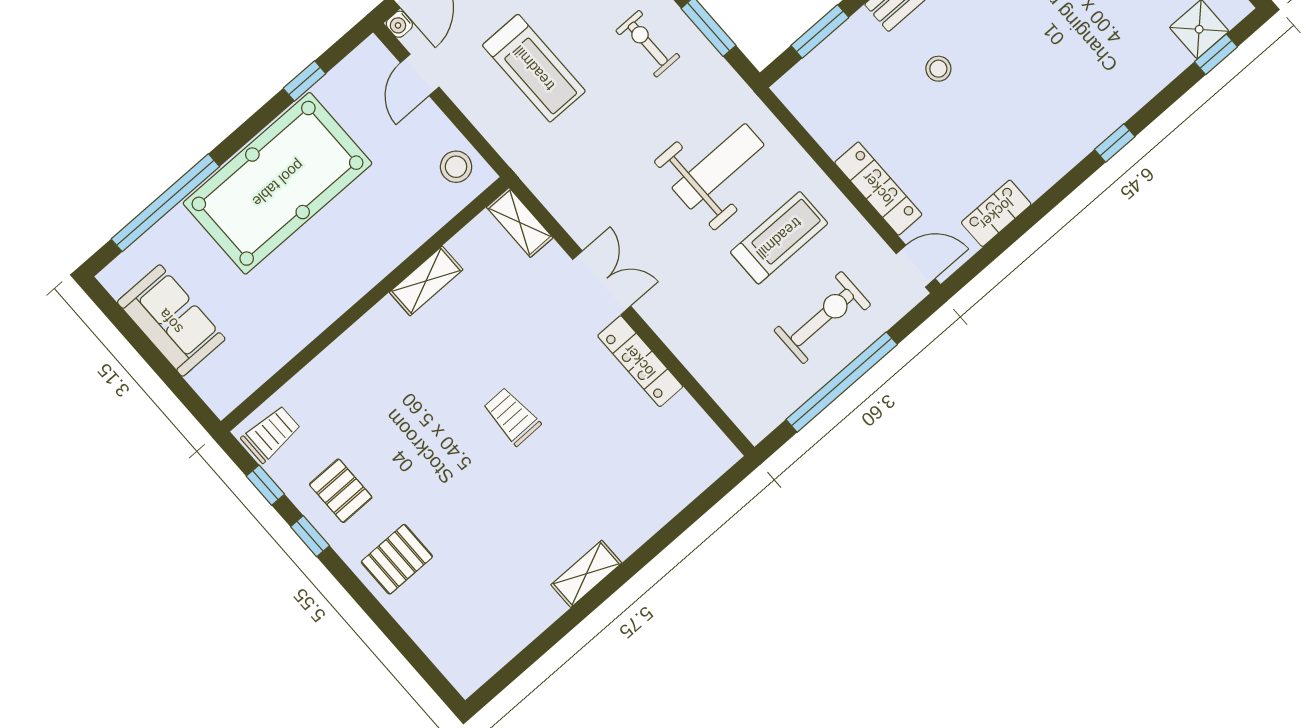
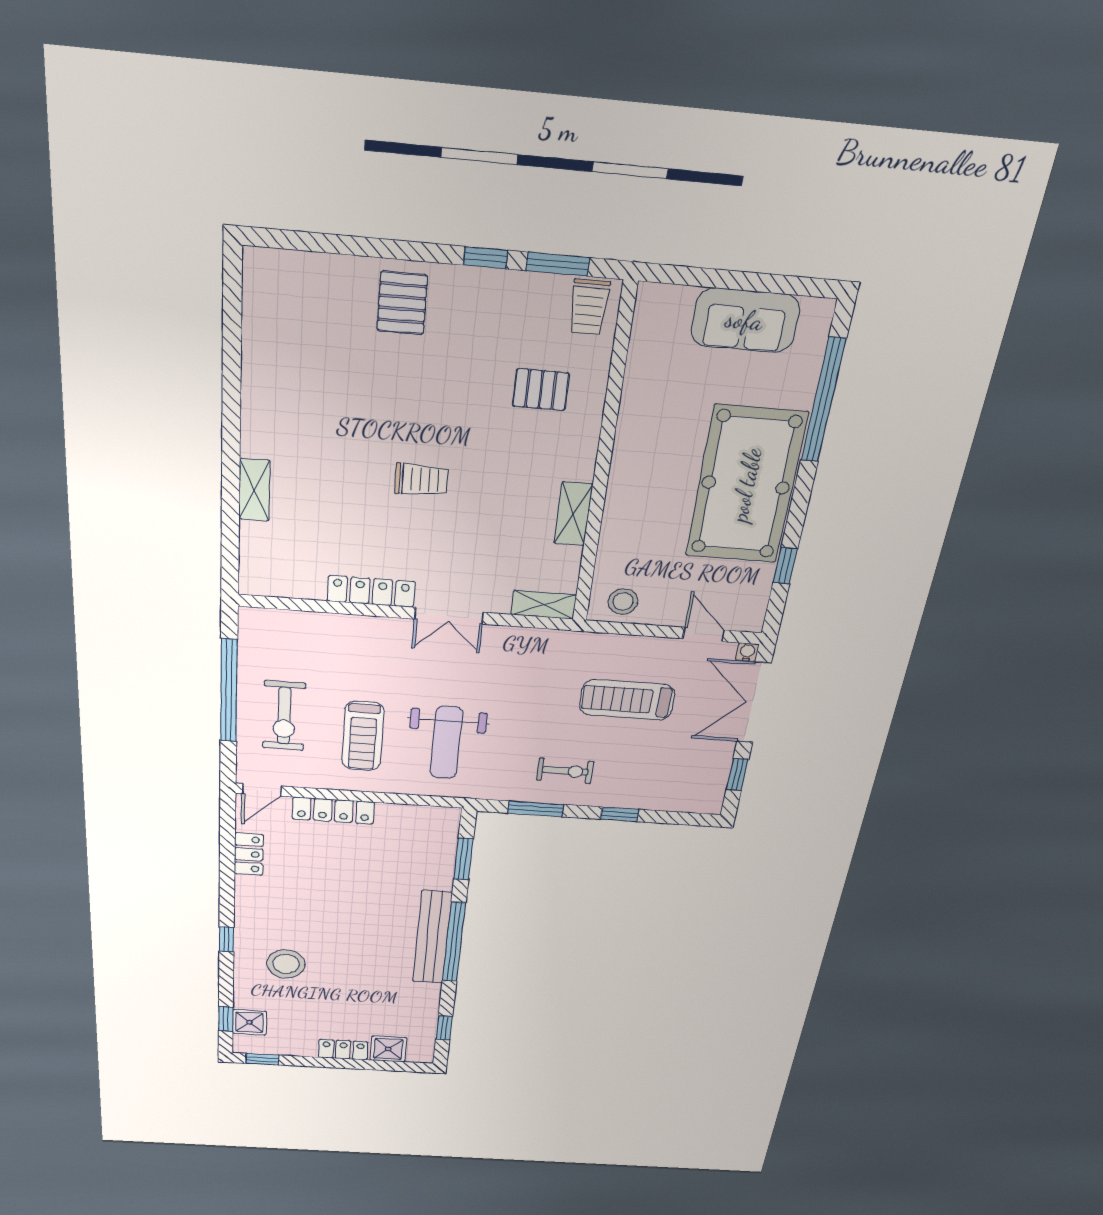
stool: (938, 69) -> (286, 964), moved, width x1.89, depth x1.89
window: (265, 485) -> (558, 264), width x1.50
pallet: (341, 491) -> (541, 390), moved
shelving: (586, 574) -> (254, 490), moved

